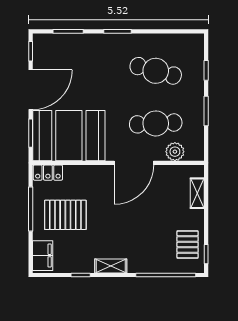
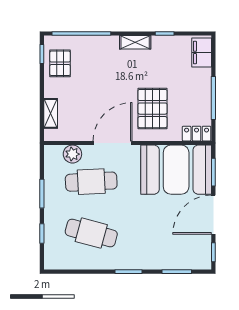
pallet: (65, 215) -> (152, 109), moved, turned 90

